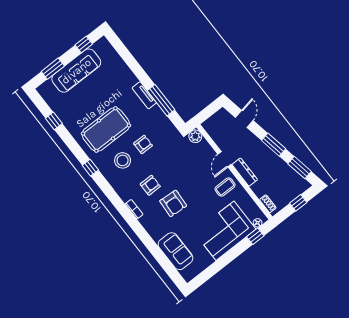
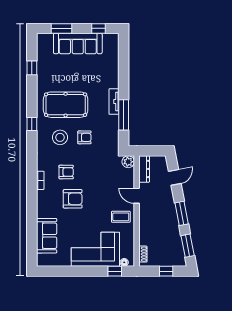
door: (225, 159) -> (137, 196), hinge flipped
dresser: (245, 172) -> (144, 169), moved
armchair: (173, 203) -> (73, 199), turned -94

